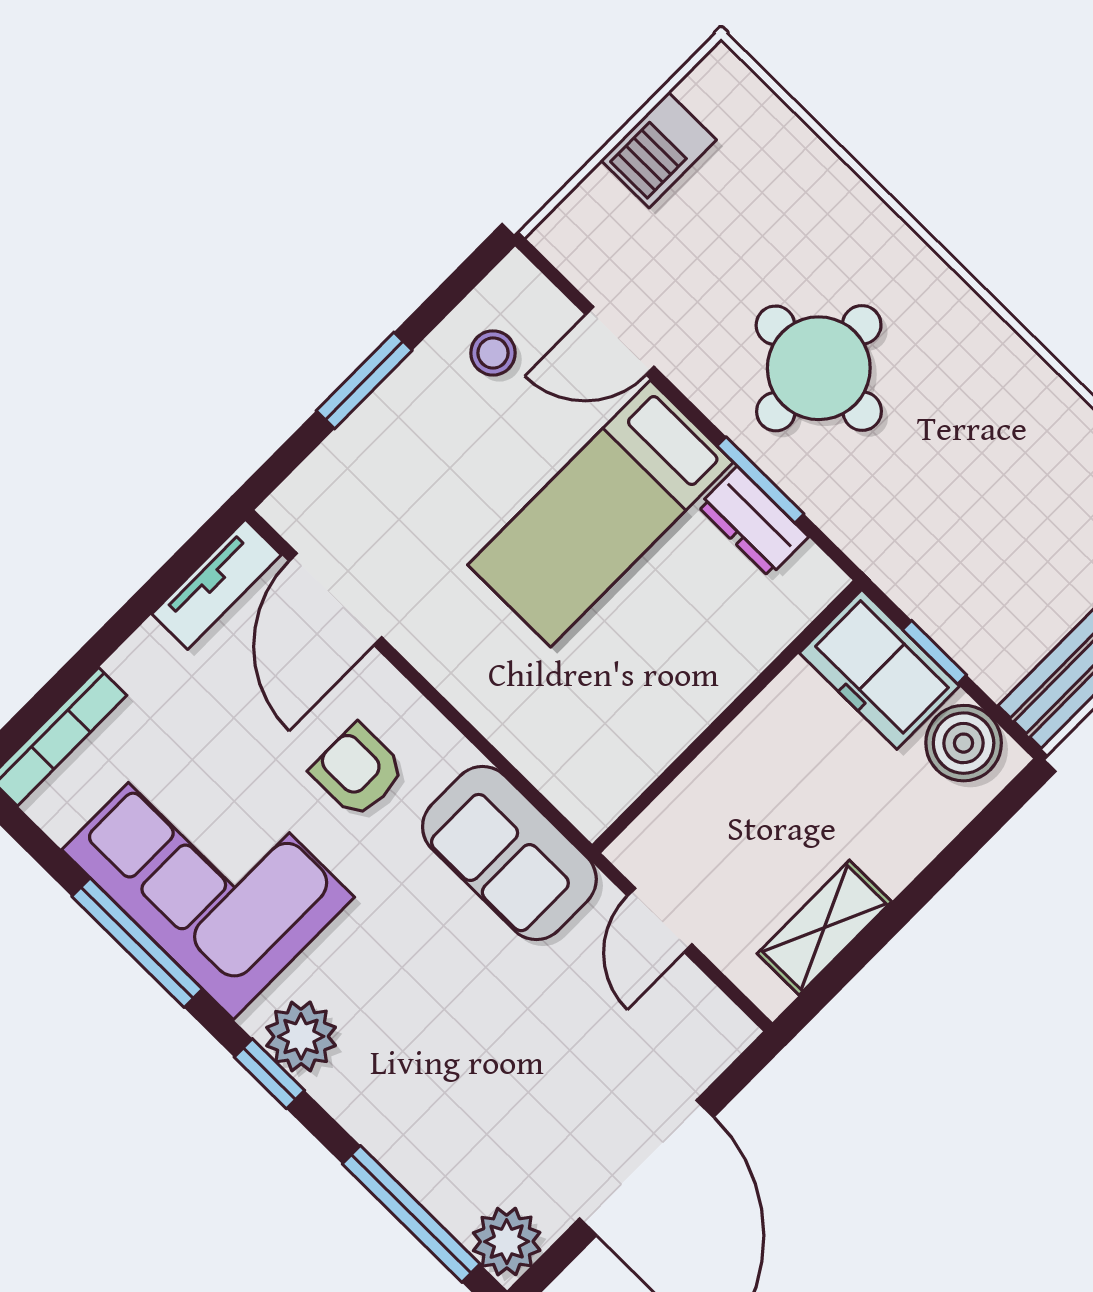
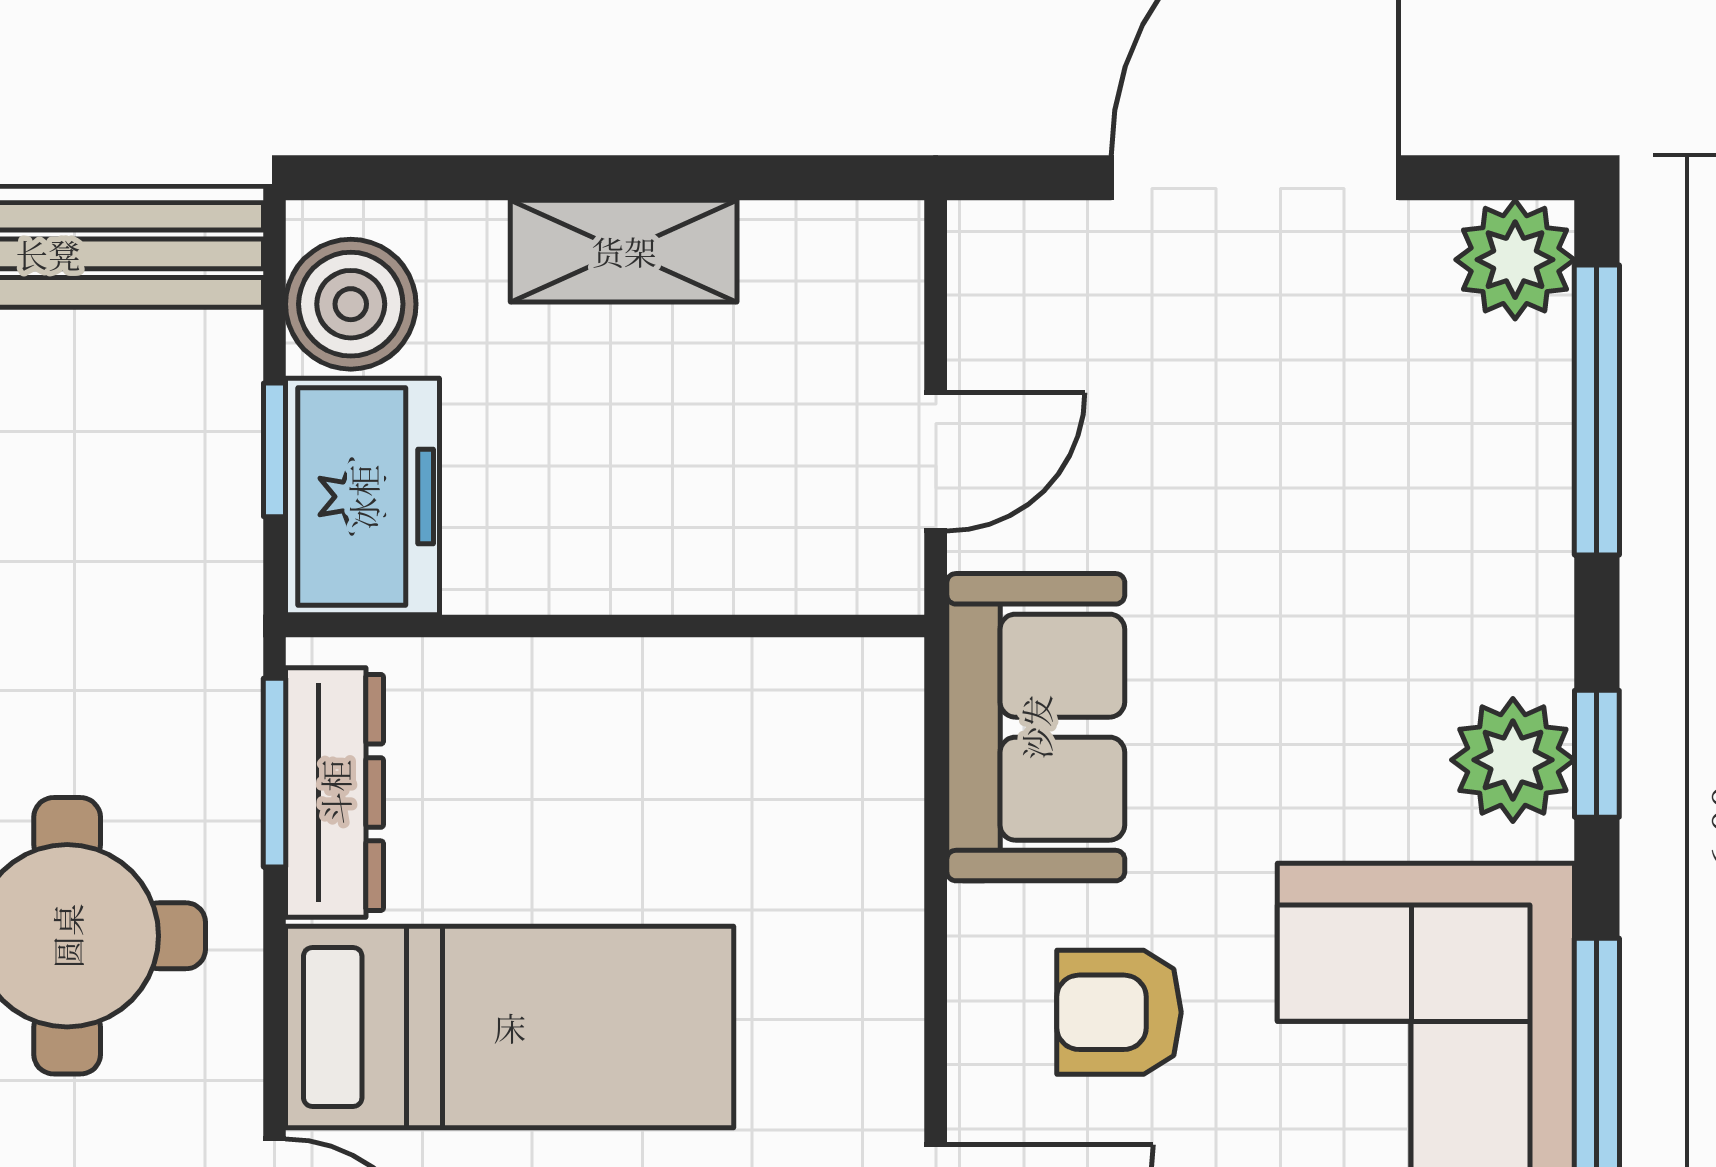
window: (760, 480) -> (274, 773), moved
dresser: (753, 522) -> (335, 792), width x1.44
armchair: (358, 771) -> (1119, 1012), turned 90
shelving: (824, 928) -> (624, 251), moved

